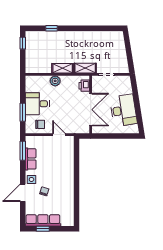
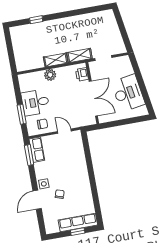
window: (23, 43) -> (9, 41), removed
row of seats: (31, 159) -> (37, 150), moved
row of seats: (43, 220) -> (78, 223), moved
window: (43, 229) -> (78, 232), moved

